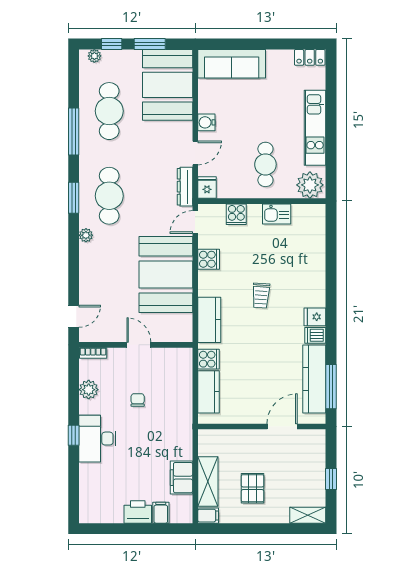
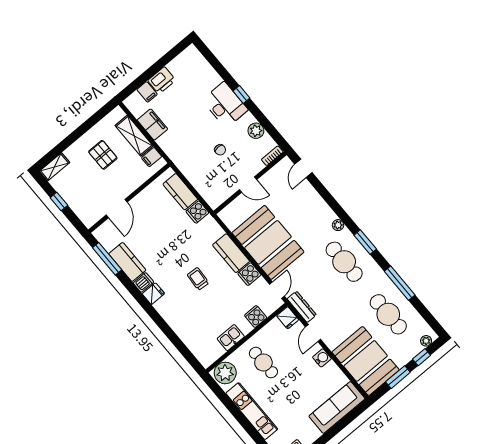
kitchen counter: (209, 320) -> (231, 253), moved
kitchen counter: (314, 379) -> (127, 262), width x0.67
filing cabinet: (208, 516) -> (152, 157), moved

